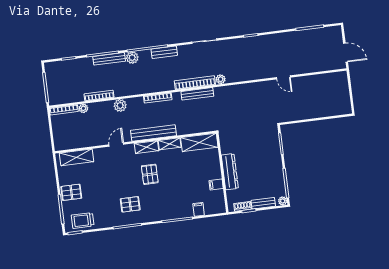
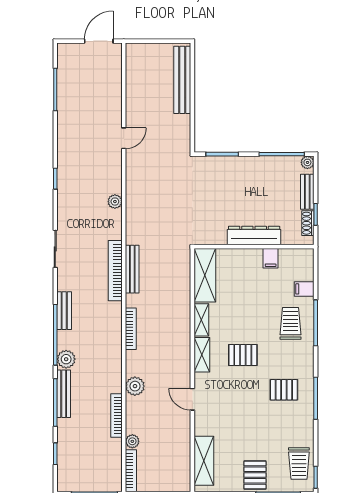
plant: (221, 79) -> (115, 202), moved
bench: (154, 133) -> (182, 80), moved
trolley: (175, 203) -> (291, 323), added
pallet: (130, 204) -> (284, 390), turned 90

